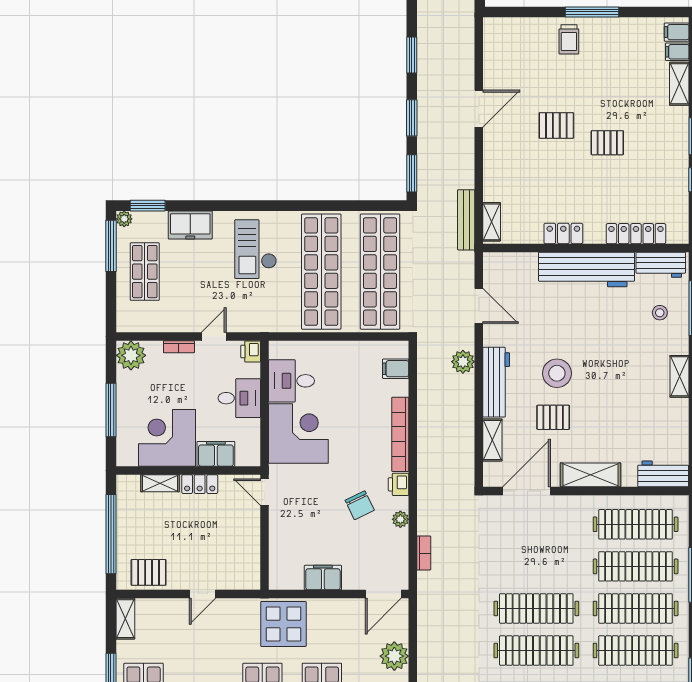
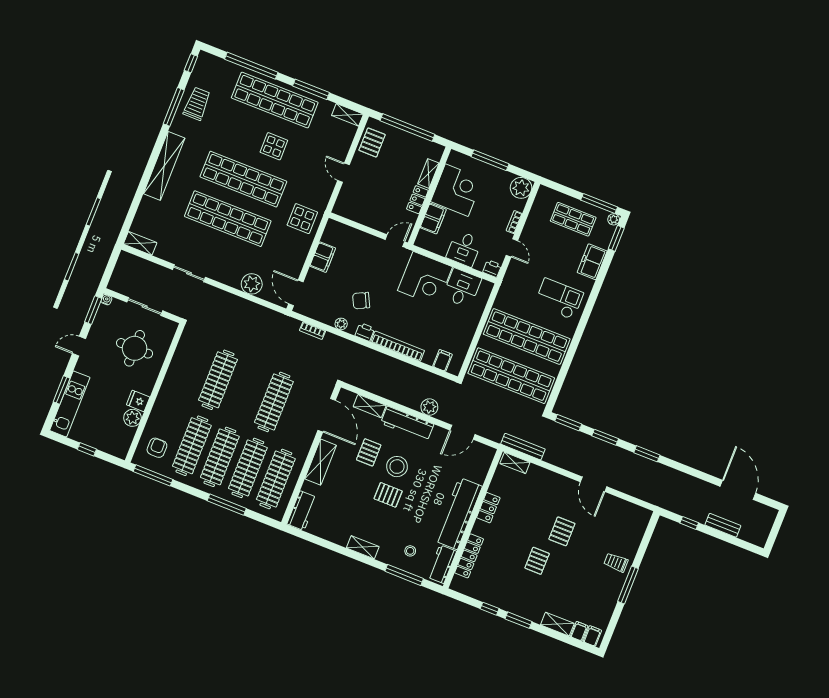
pallet: (598, 370) -> (388, 495), added
clothes rail: (536, 608) -> (274, 402), moved
display table: (283, 624) -> (302, 219), width x0.73, depth x0.73

